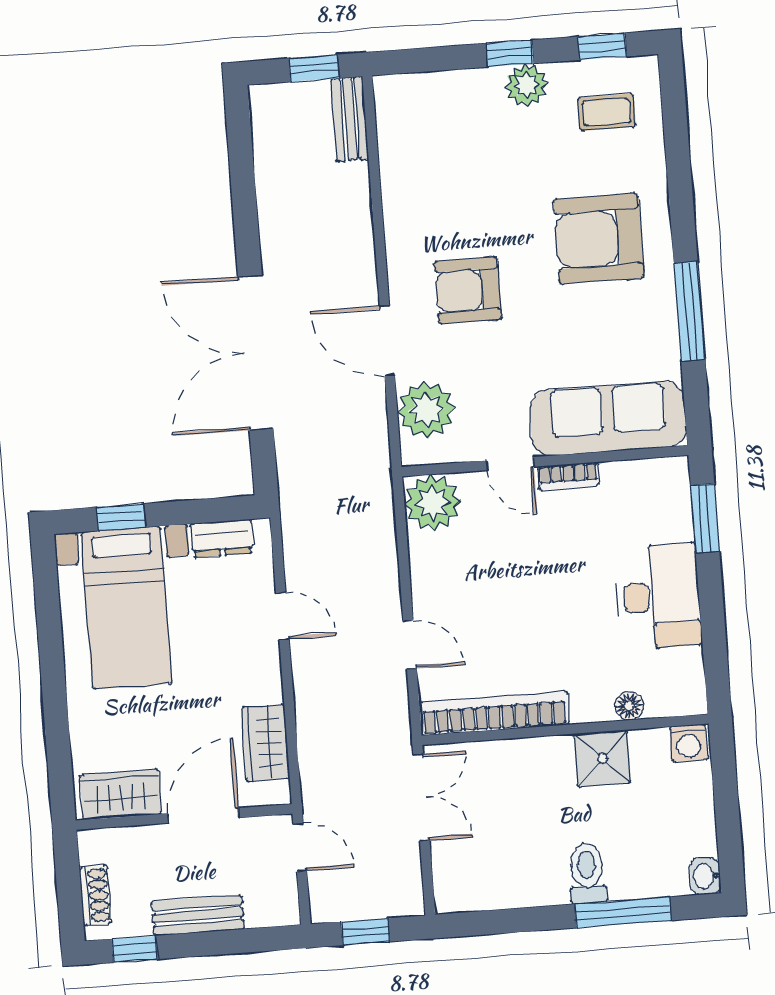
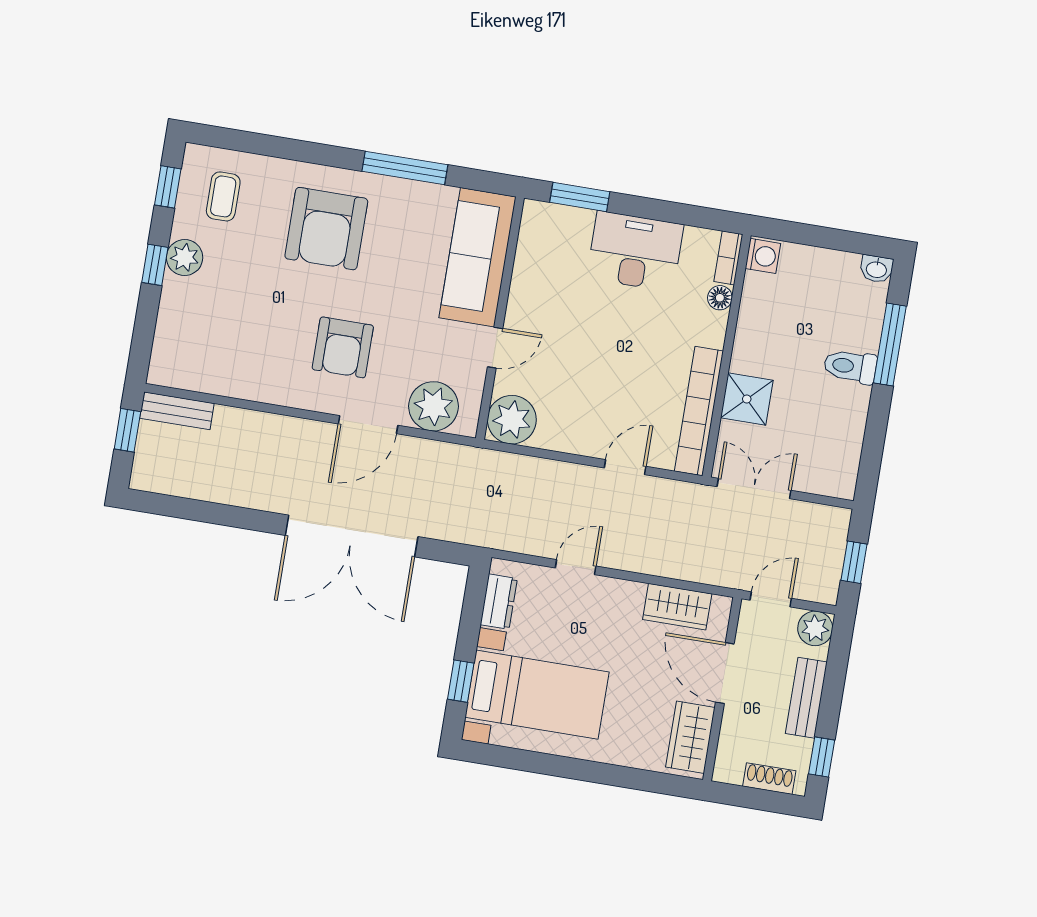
bookcase: (568, 476) -> (728, 258), moved, turned 180
shower: (602, 758) -> (747, 399), moved
plant: (279, 906) -> (815, 628), added

